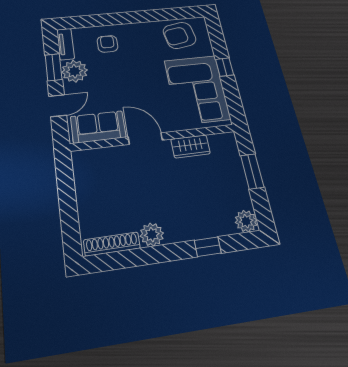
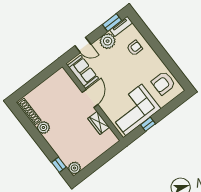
armchair: (179, 35) -> (163, 83), turned -80
window: (54, 67) -> (112, 23), moved
window: (225, 67) -> (148, 124), moved
window: (252, 171) -> (102, 160), removed
window: (208, 247) -> (59, 165), moved

